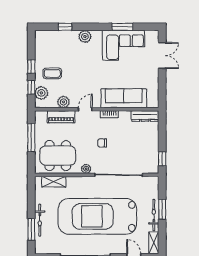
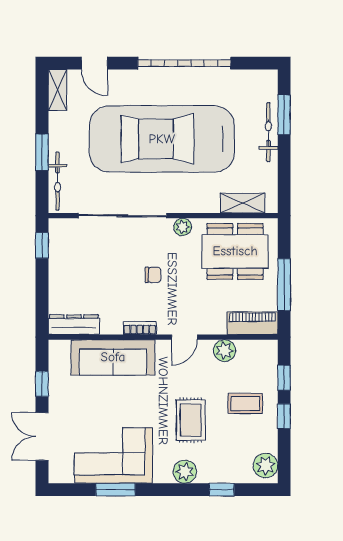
rug: (82, 64) -> (191, 420), added
window: (162, 84) -> (42, 384), added
plant: (41, 93) -> (266, 465), moved
piano: (61, 117) -> (252, 323), moved
bicycle: (154, 215) -> (57, 181), moved
car: (97, 216) -> (162, 139), turned 180

